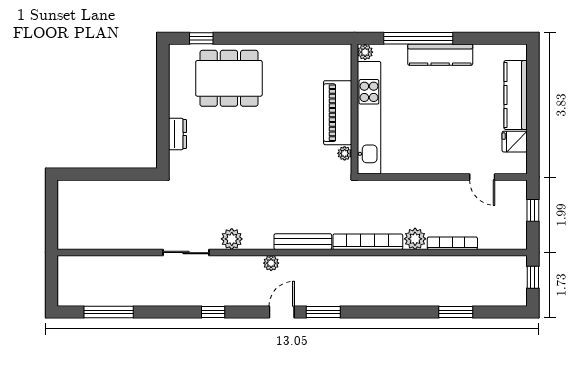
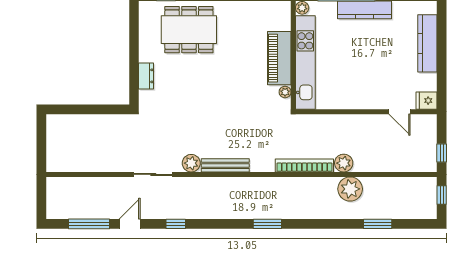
fridge: (515, 142) -> (427, 101), moved
window: (533, 210) -> (442, 153), moved
bench: (303, 242) -> (225, 165), moved
bookcase: (452, 243) -> (375, 167), removed
plant: (271, 263) -> (350, 189), moved, width x1.88, depth x1.88
door: (282, 312) -> (130, 224), moved

